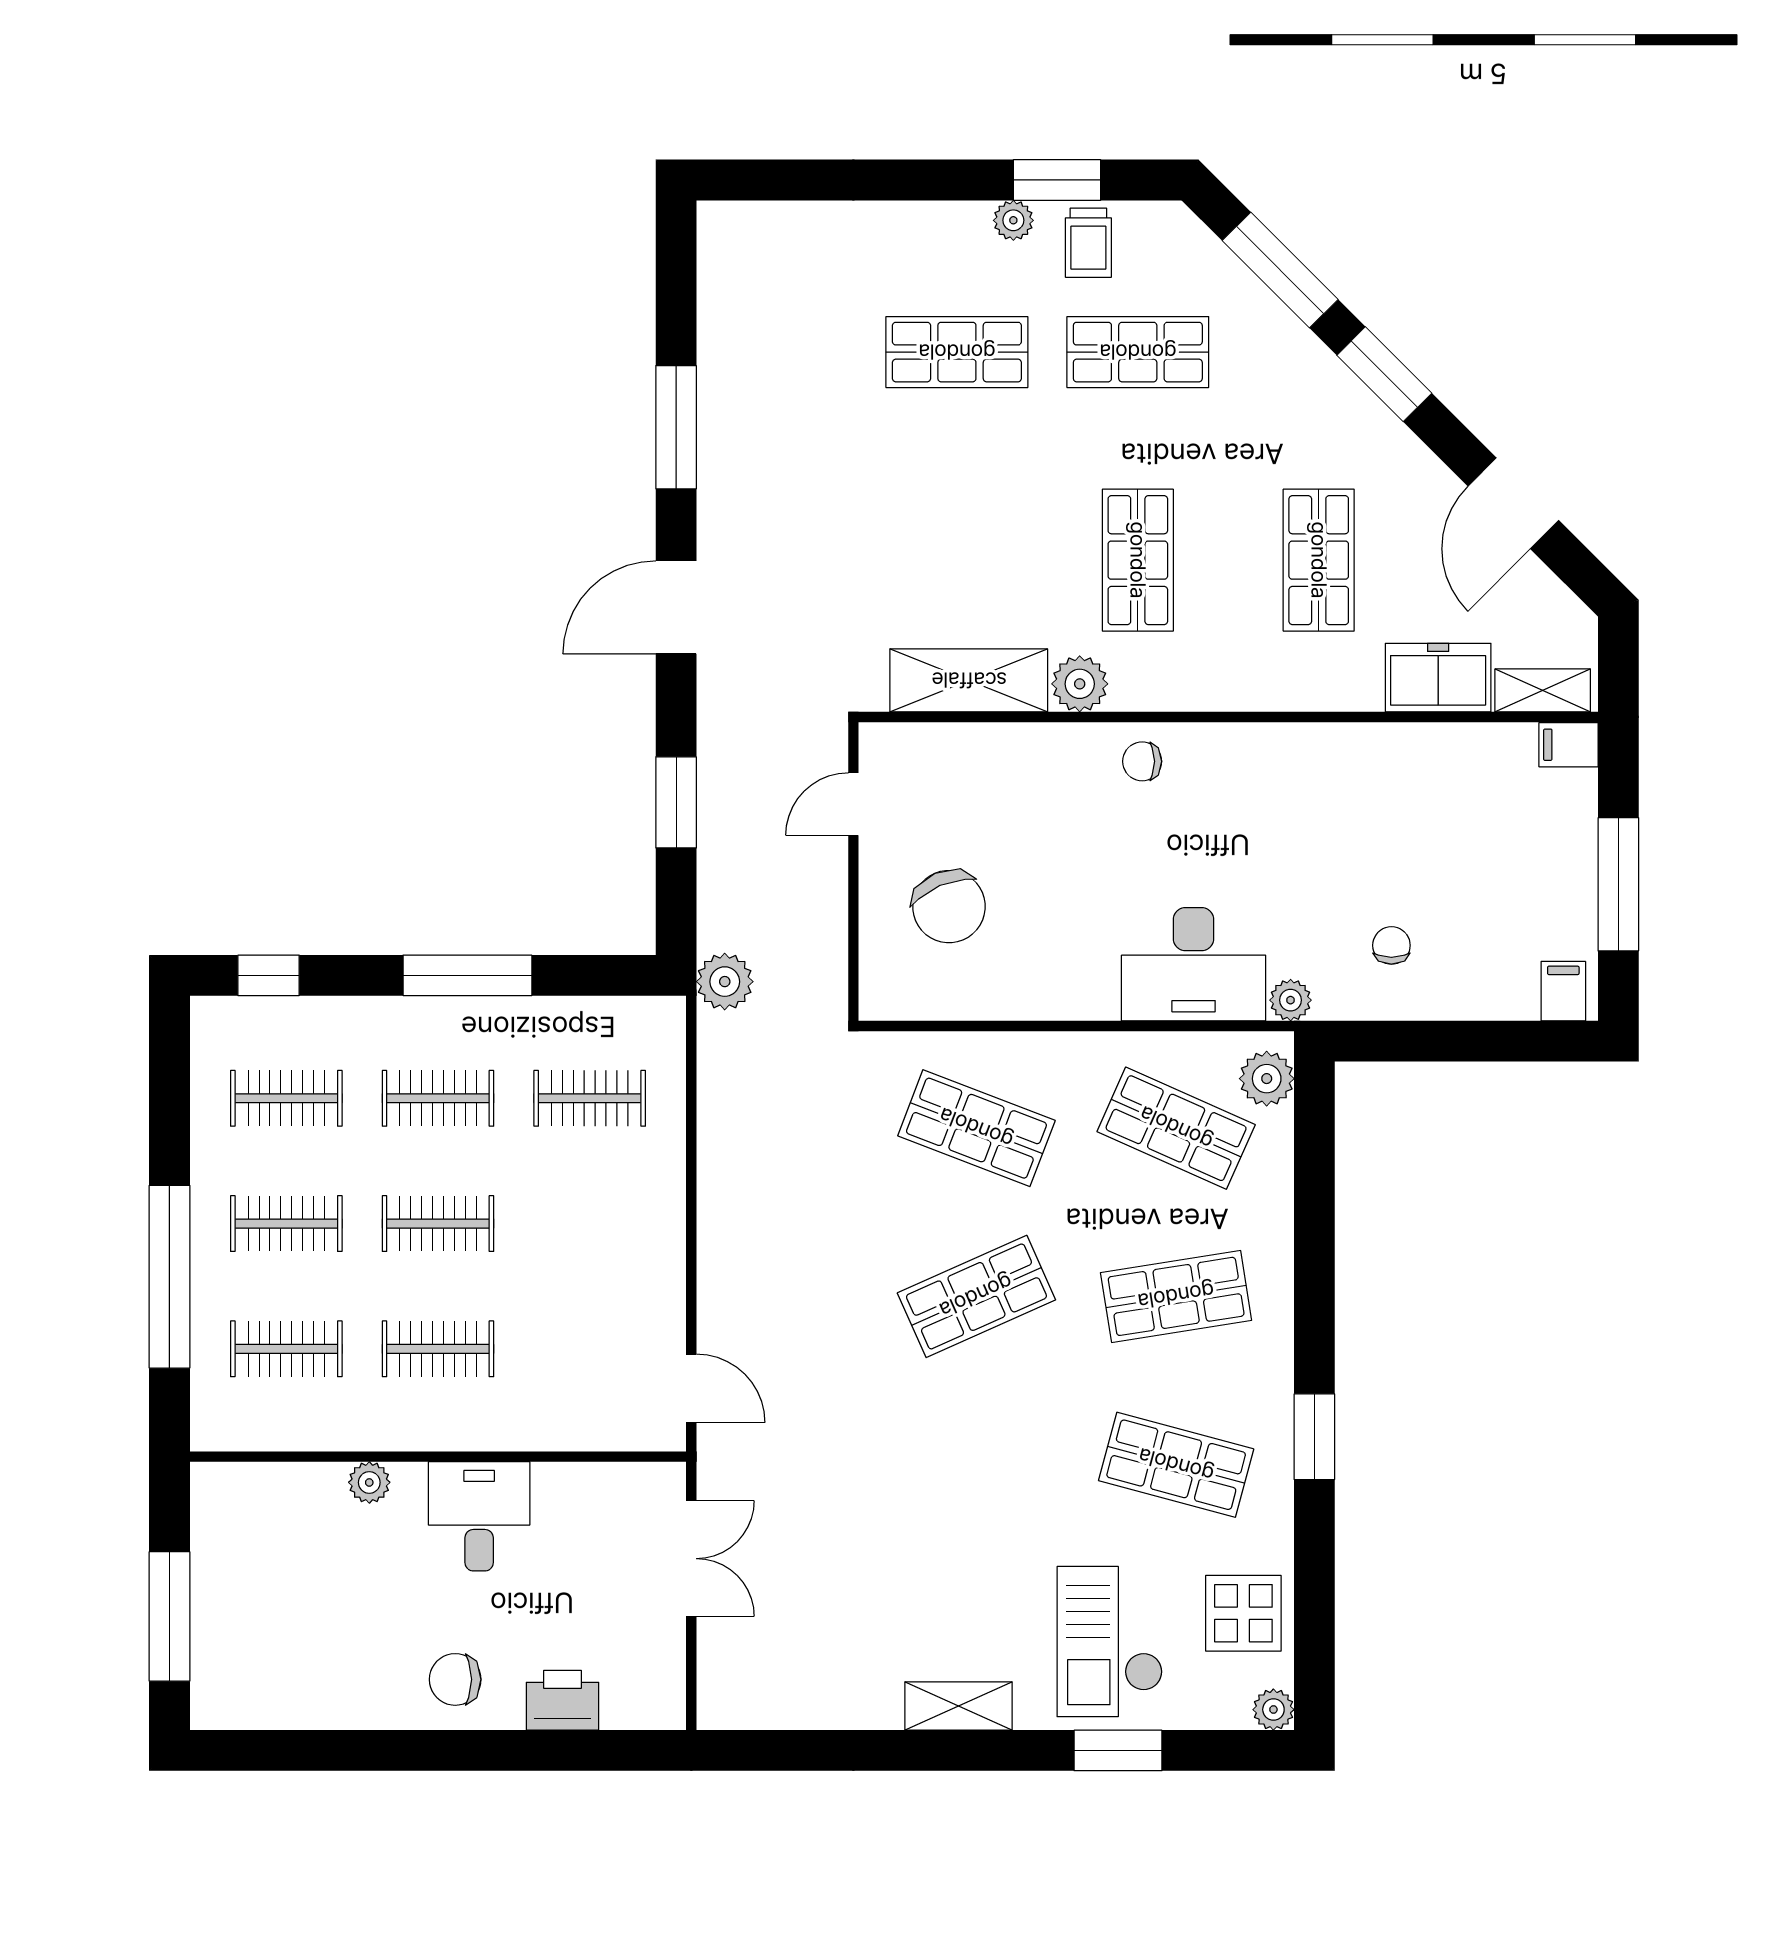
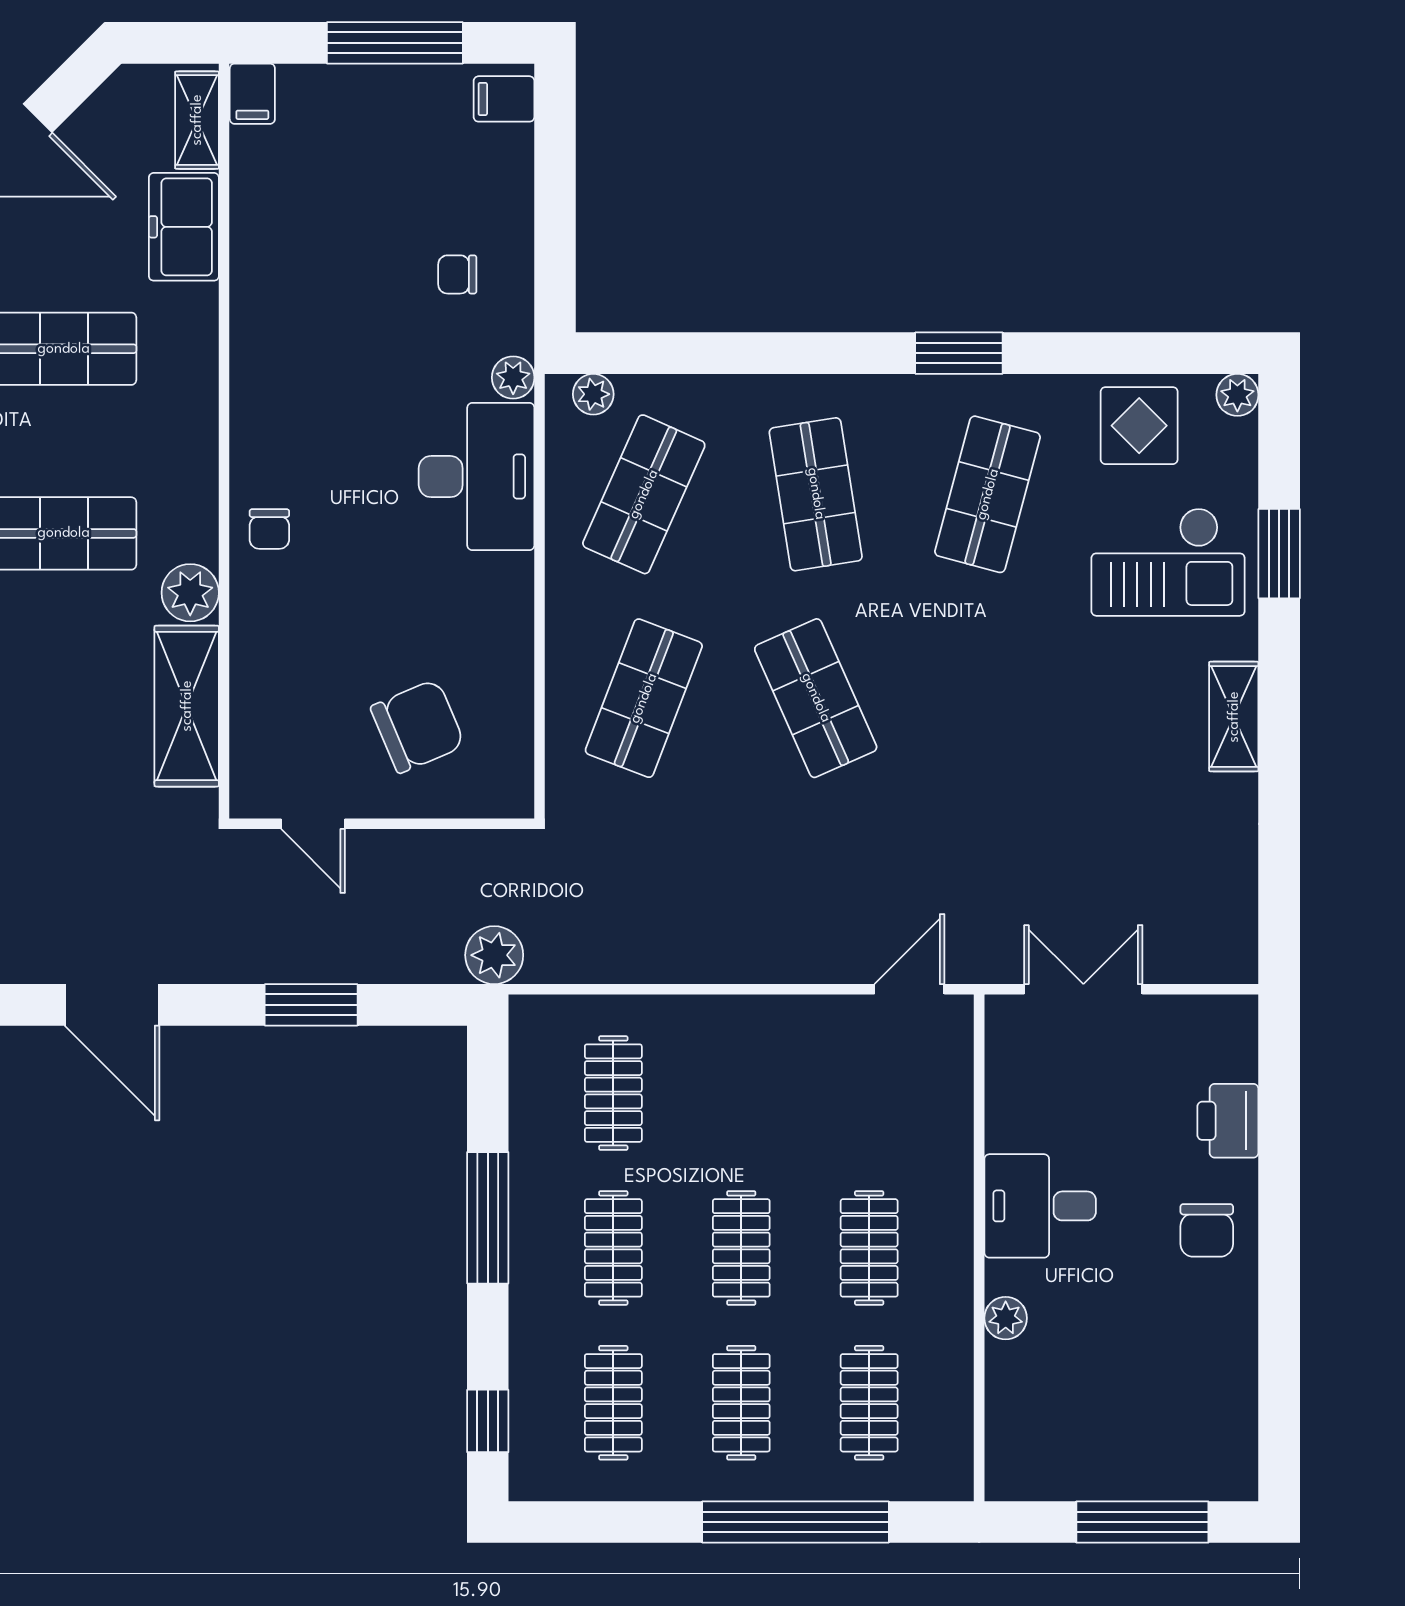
plant: (1267, 1079) -> (593, 394), width x0.73, depth x0.73

